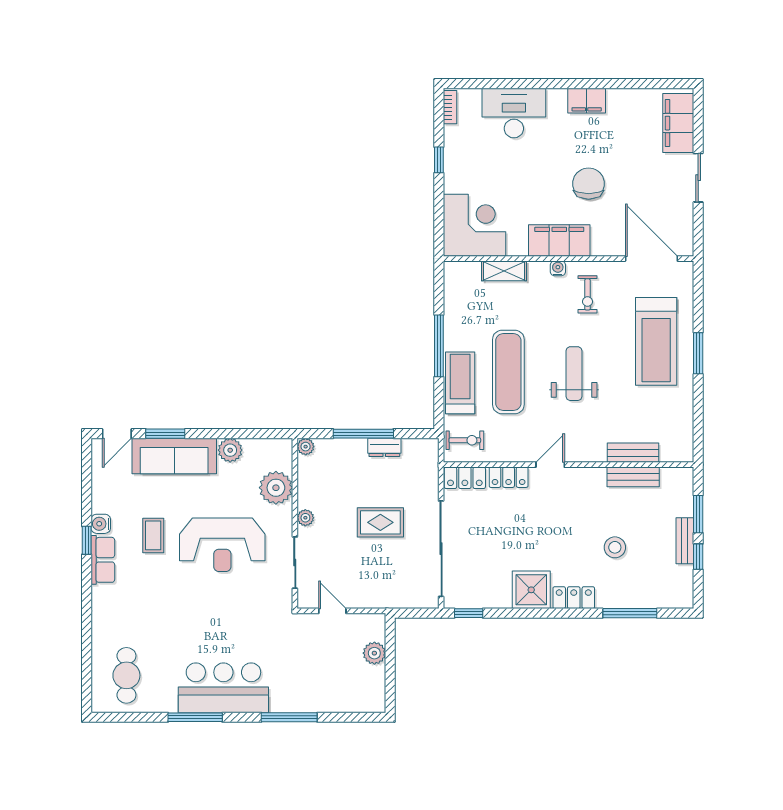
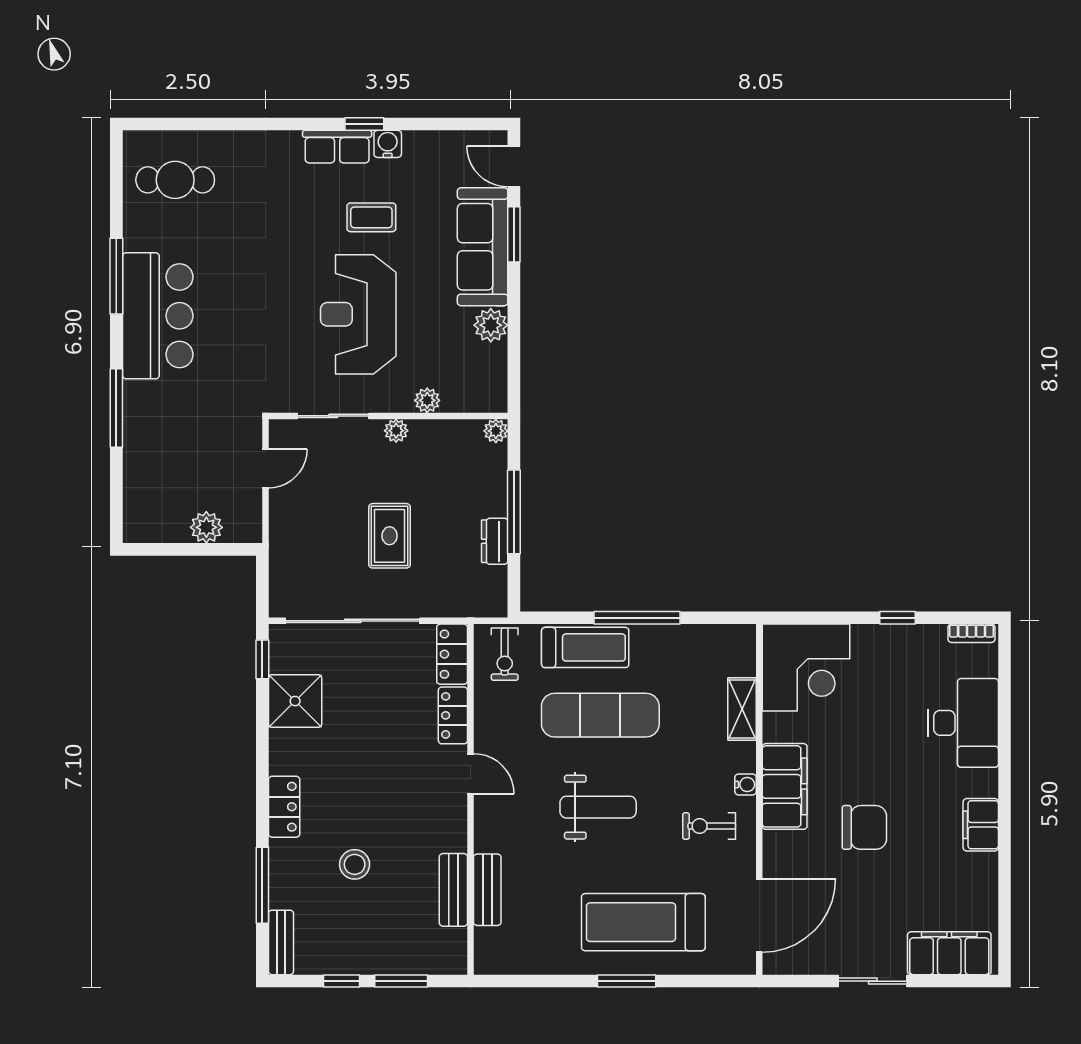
plant: (276, 488) -> (427, 400), width x0.53, depth x0.53
bench: (685, 541) -> (281, 942), moved, turned 90
shower: (531, 590) -> (295, 701), moved

